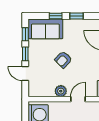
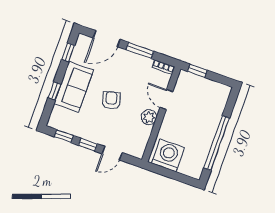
window: (77, 16) -> (68, 52), moved
sofa: (45, 29) -> (74, 87), moved
armchair: (63, 60) -> (111, 100), turned -150

